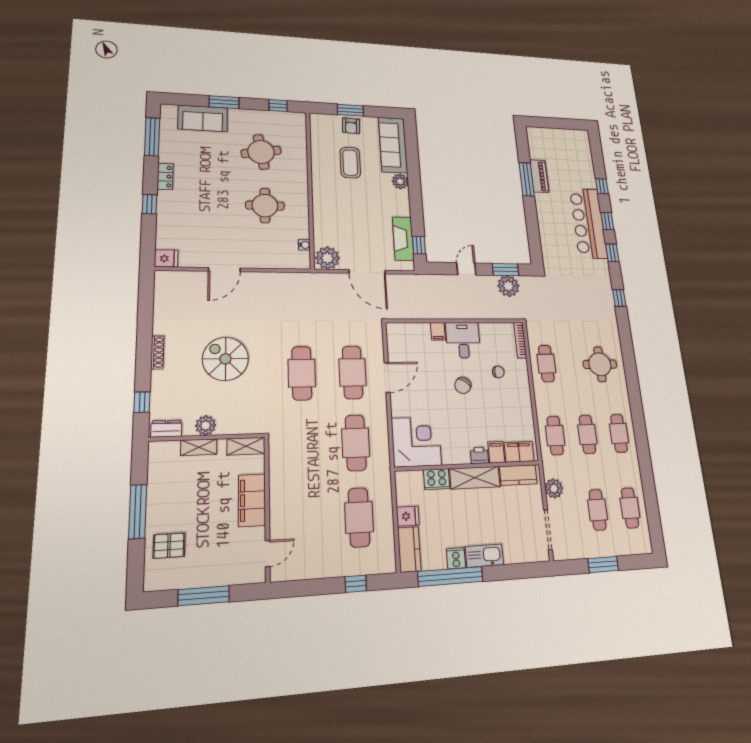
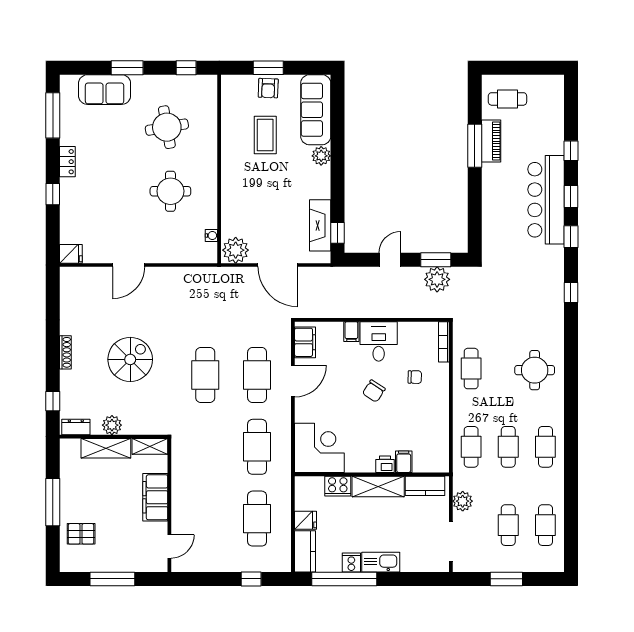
cafe table: (548, 145) -> (507, 99), added
spiral stairs: (225, 359) -> (130, 359), turned 90
shelving: (199, 447) -> (106, 448), width x1.50, depth x1.33
filing cabinet: (519, 452) -> (305, 342), moved, turned 90

